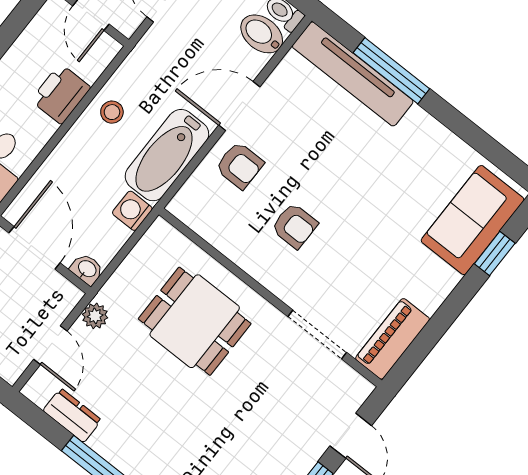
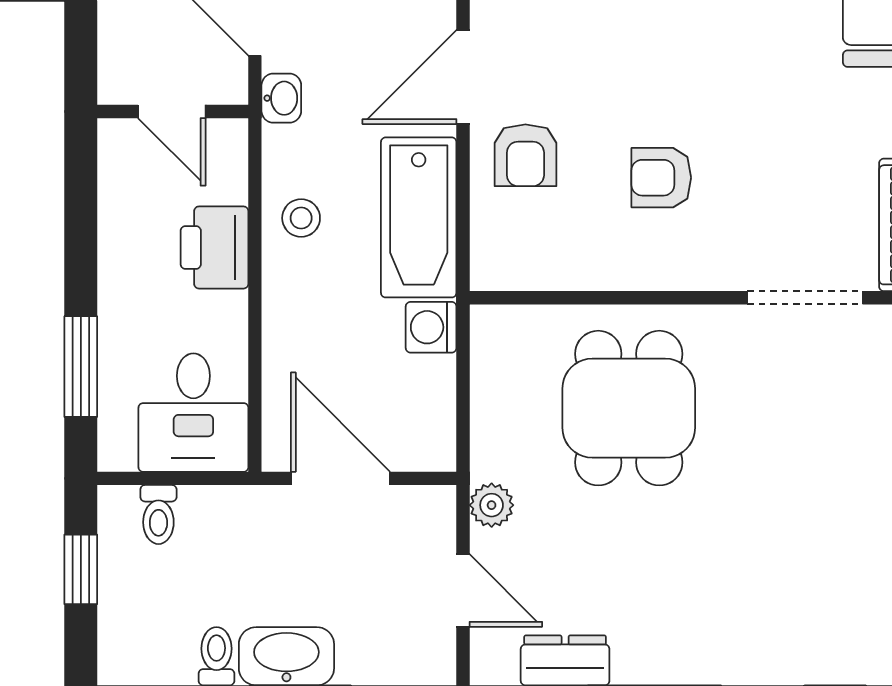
armchair: (240, 165) -> (525, 155), turned 90
armchair: (295, 226) -> (661, 178), turned 180
washbasin: (87, 269) -> (281, 98), moved, turned 90
dining table: (195, 321) -> (629, 408), turned 90

